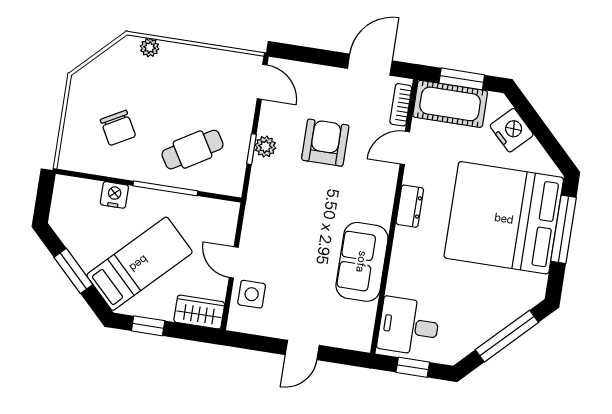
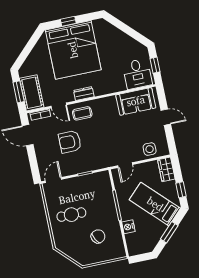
plant: (150, 48) -> (57, 236), removed
nightstand: (512, 130) -> (33, 61), removed
plant: (265, 147) -> (82, 168), removed
cafe table: (193, 150) -> (71, 215), moved, turned -59
coffee table: (372, 188) -> (82, 113), added
window: (564, 229) -> (68, 21), width x0.46
door: (234, 262) -> (125, 165), moved
sofa: (362, 262) -> (136, 101), moved
window: (507, 336) -> (125, 28), removed

